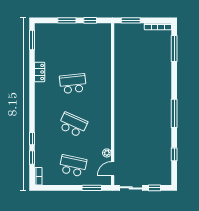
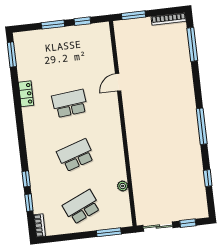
school desk: (73, 125) -> (76, 155), turned -42
school desk: (73, 166) -> (82, 207), turned -36
door: (113, 169) -> (118, 82), moved

